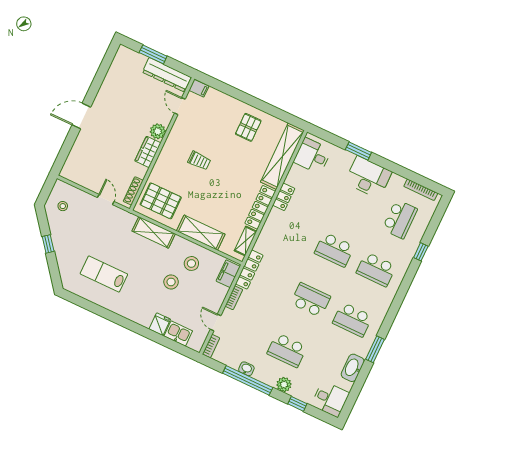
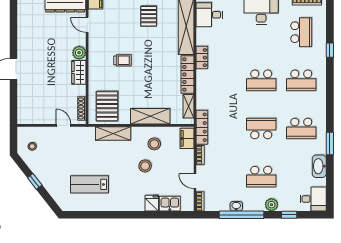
pallet: (161, 201) -> (107, 106), turned 90

